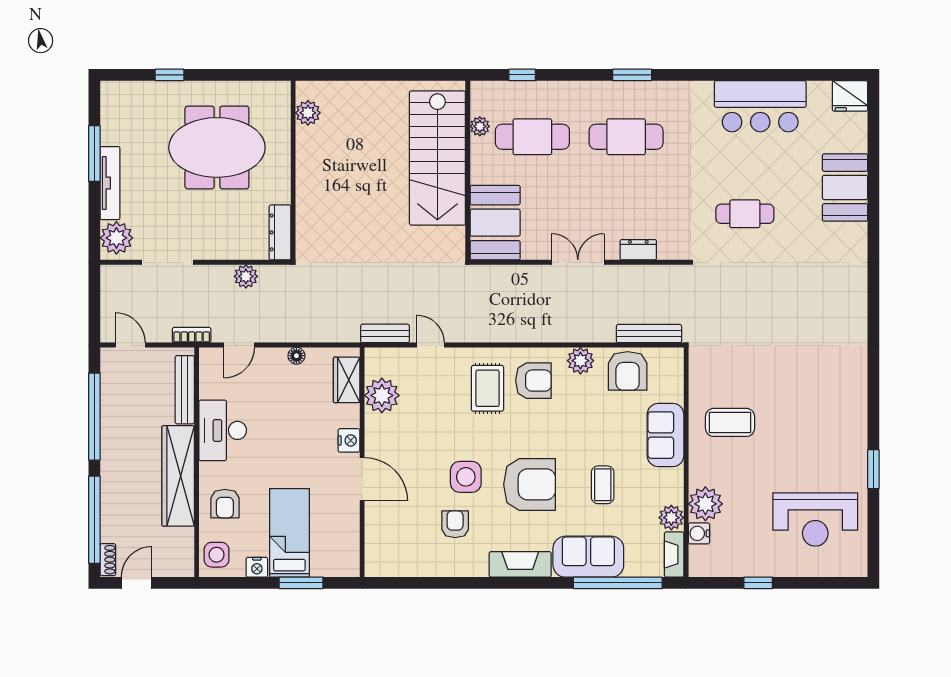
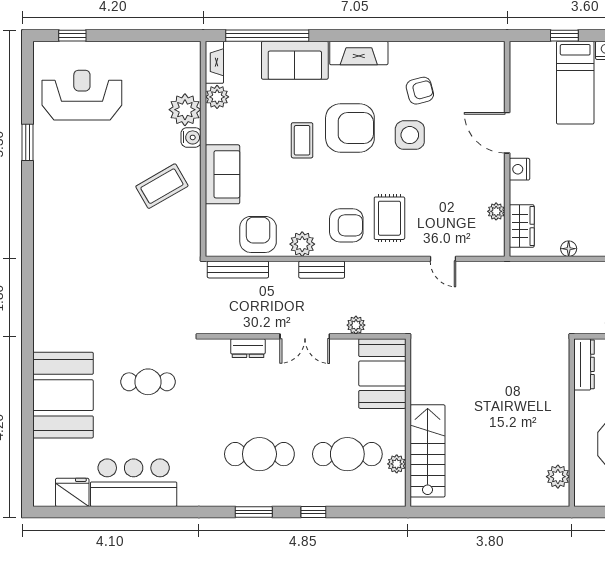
window: (522, 75) -> (313, 512), moved
fridge: (850, 96) -> (72, 492), moved
stairs: (437, 158) -> (428, 451), width x0.73, depth x0.66
booth: (845, 187) -> (63, 395), width x1.36, depth x1.42
plant: (523, 274) -> (356, 325), added
bench: (385, 333) -> (322, 270), moved
armchair: (533, 381) -> (346, 225), turned 180
plant: (382, 395) -> (496, 211), width x0.53, depth x0.53
coffee table: (730, 422) -> (162, 186), turned -30
armchair: (530, 484) -> (350, 128), turned 180
coffee table: (603, 485) -> (302, 140), moved
armchair: (455, 524) -> (420, 91), turned -105
water cooler: (699, 533) -> (191, 137), moved
window: (301, 583) -> (564, 36), width x0.67
window: (758, 583) -> (72, 36), moved

